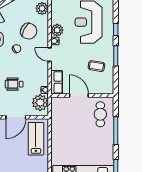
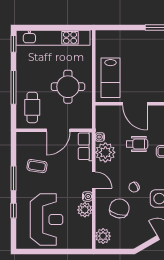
chair: (29, 31) -> (119, 208), turned 77
door: (79, 95) -> (58, 130), hinge flipped
plant: (40, 103) -> (105, 152), moved
door: (16, 117) -> (135, 104), swing flipped
round table: (71, 131) -> (68, 87), added

